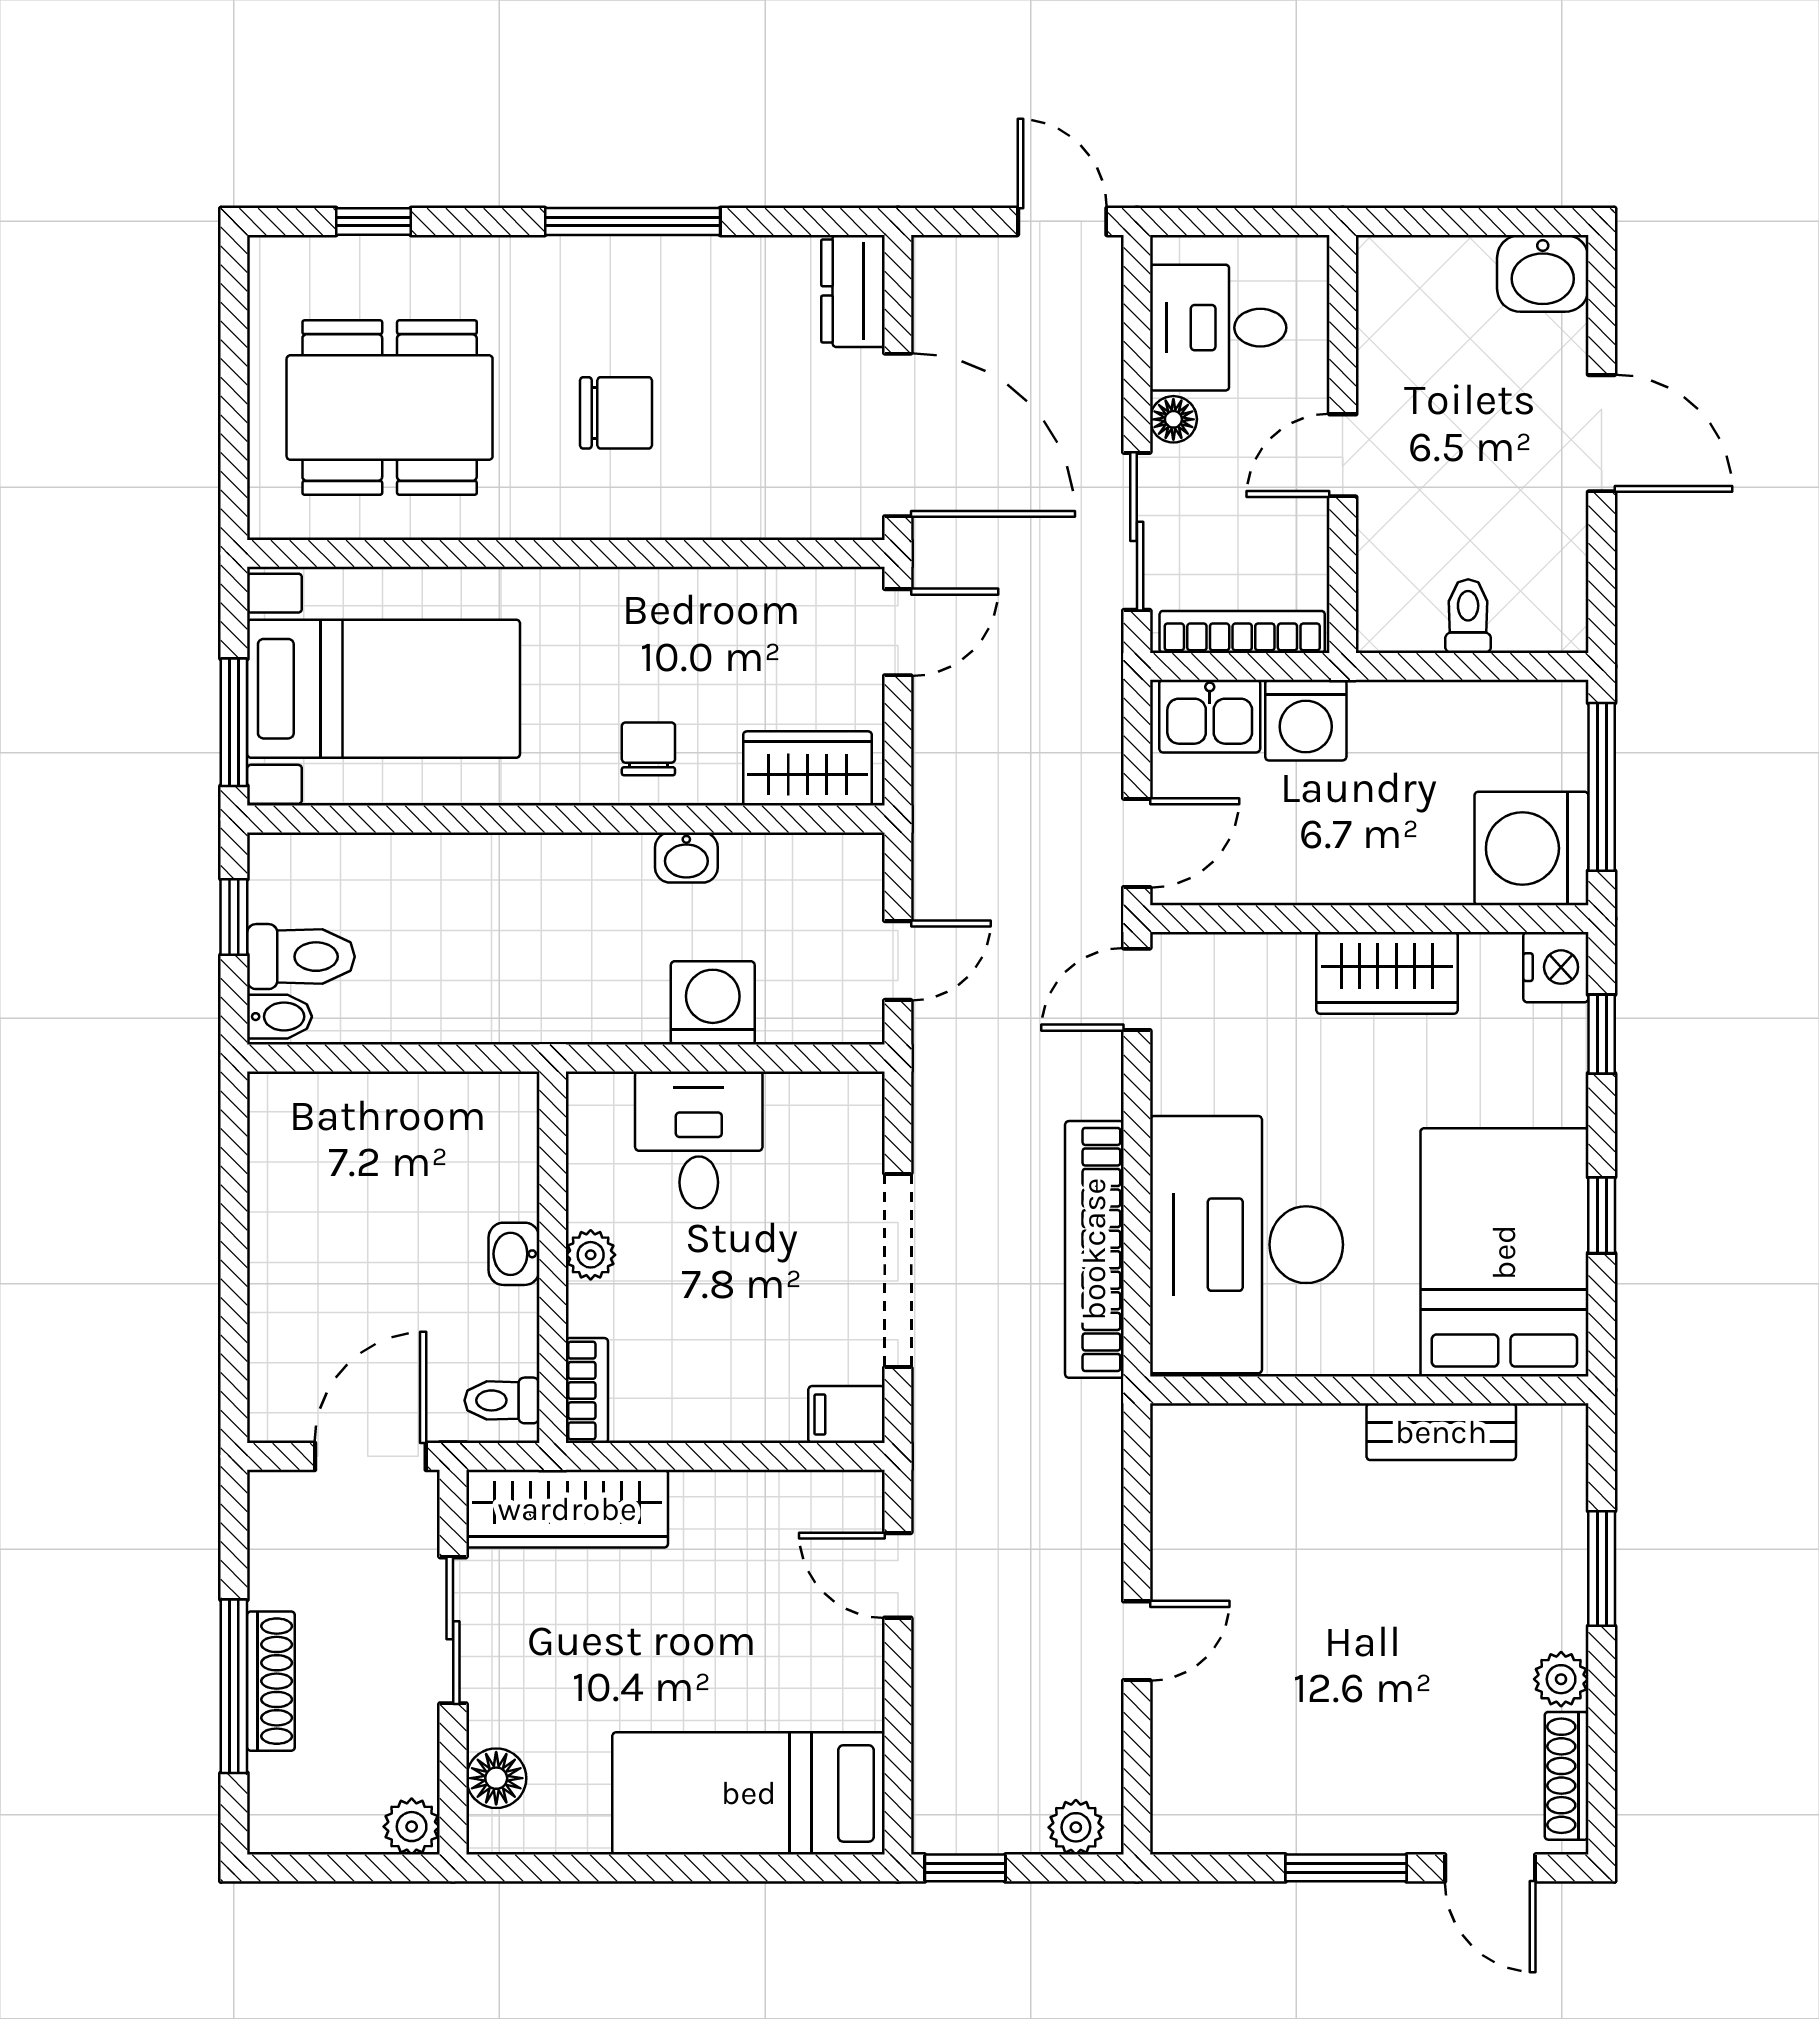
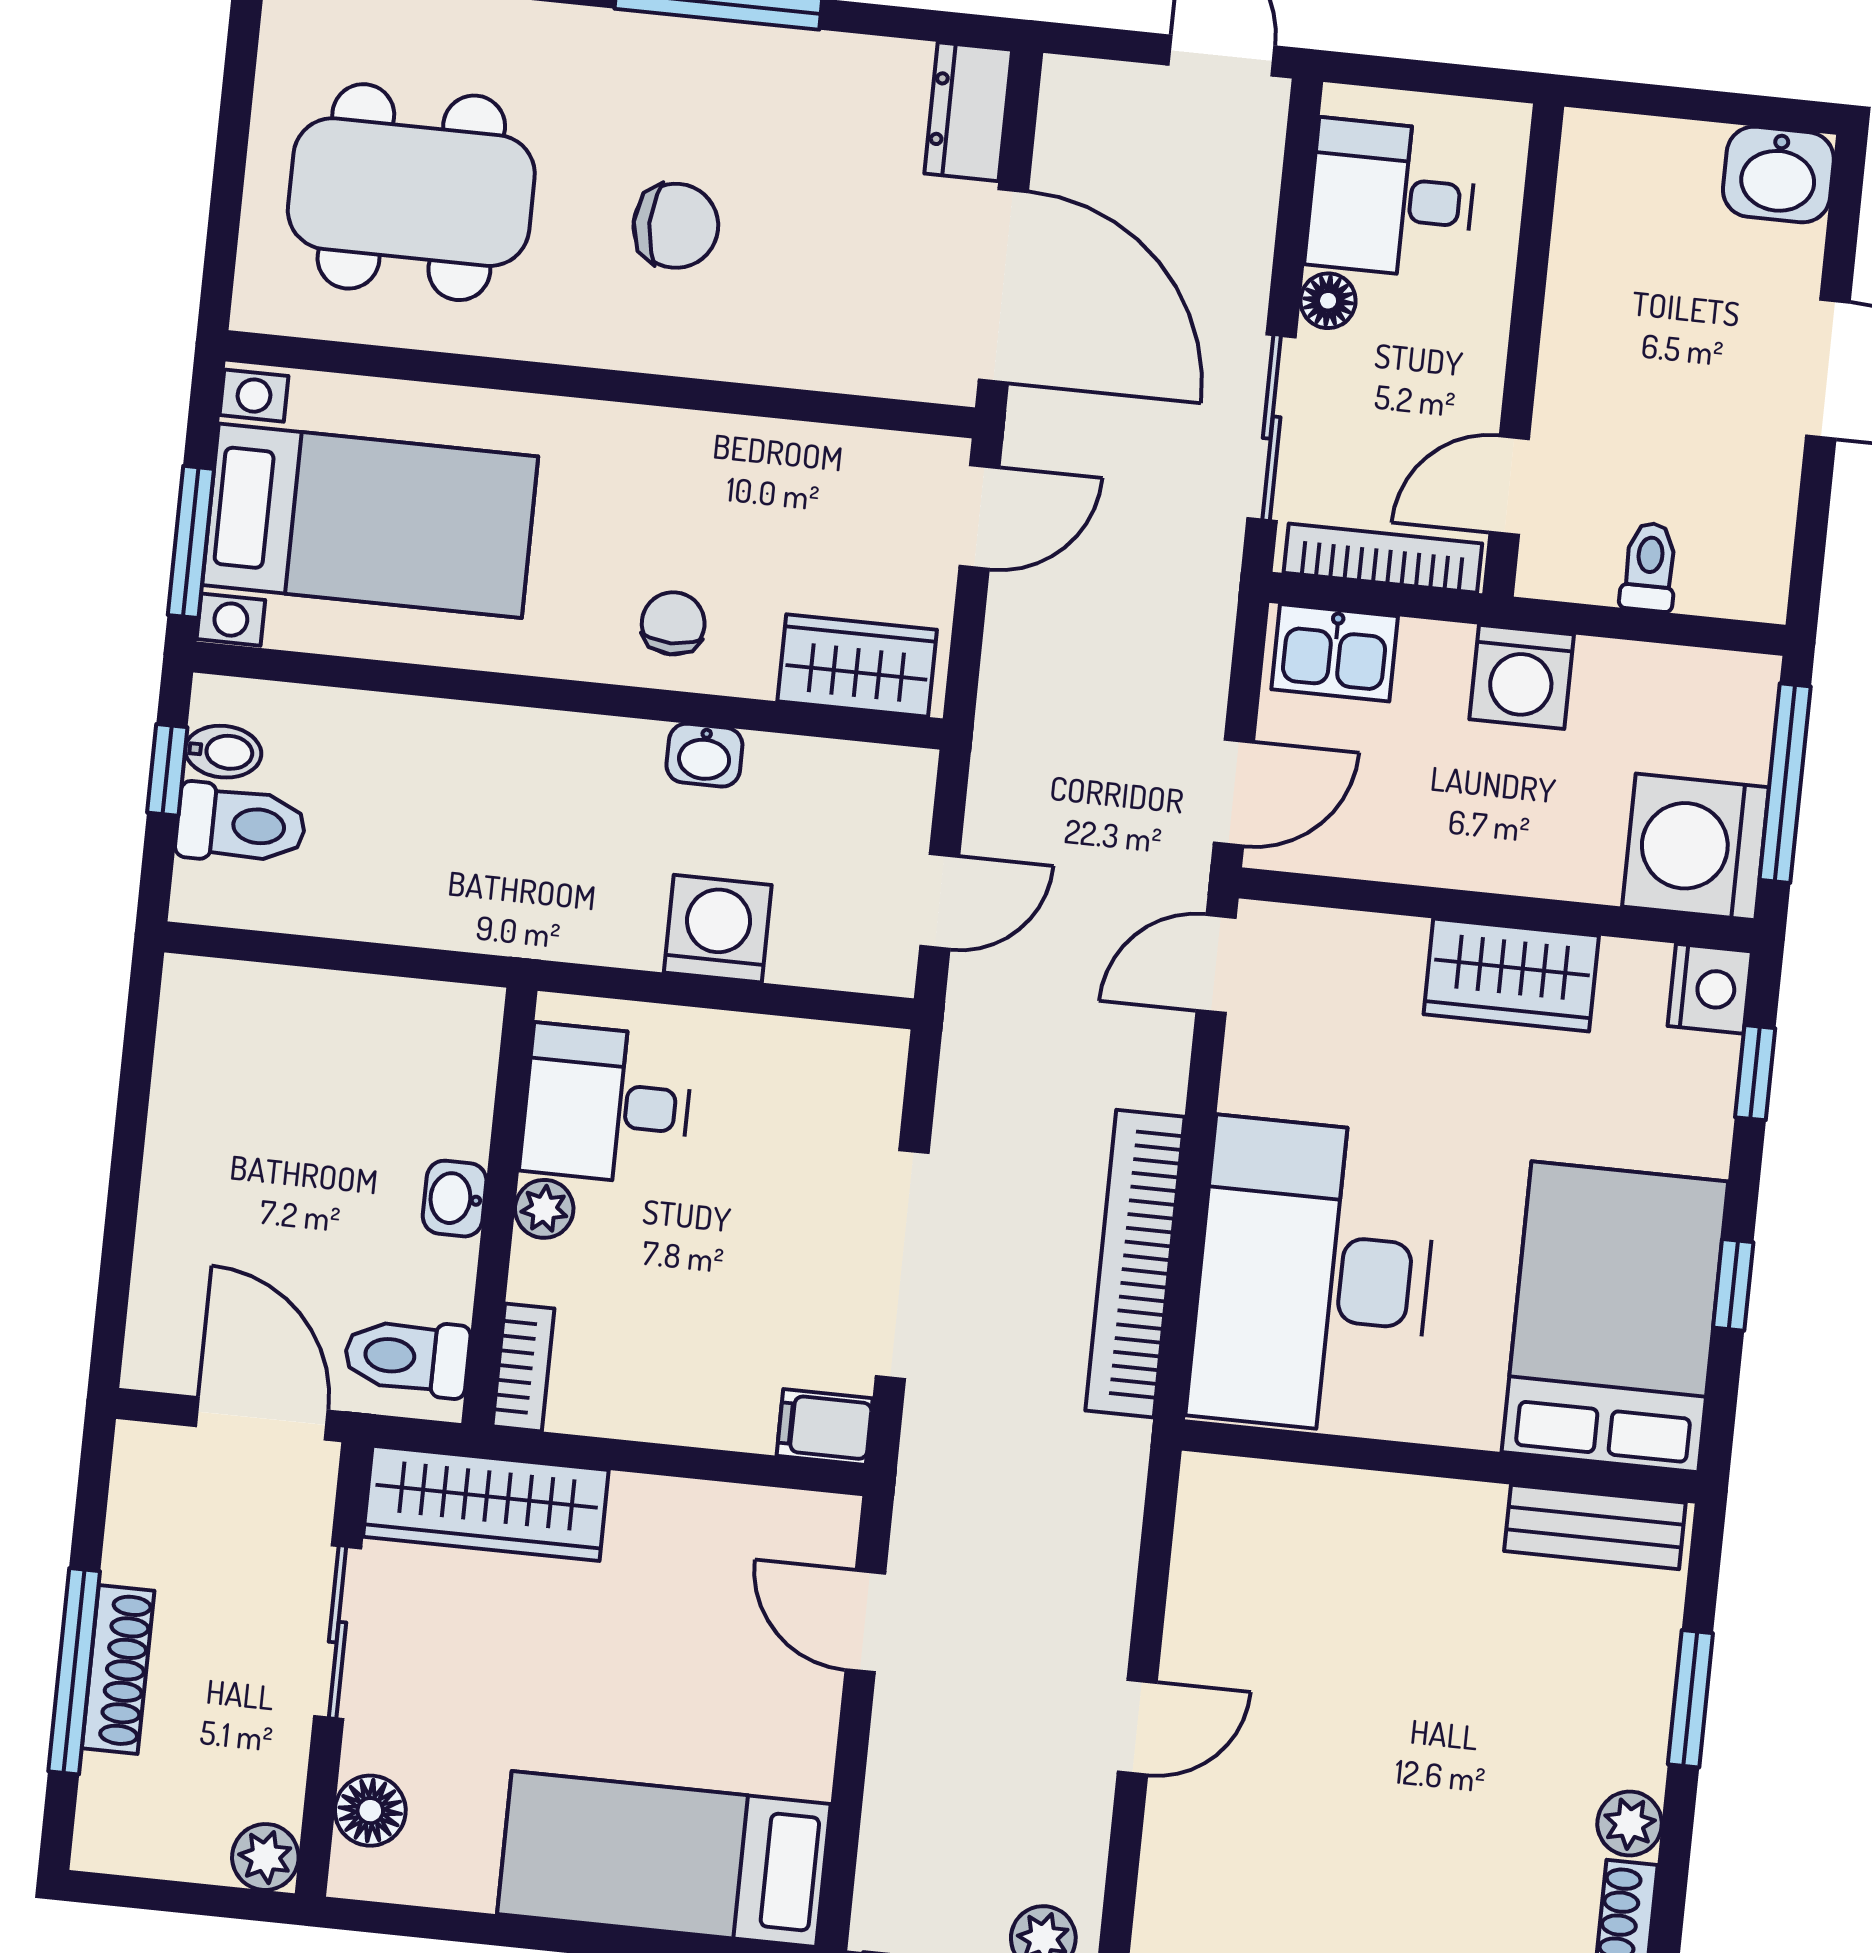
door: (1343, 455) -> (1509, 486), moved
washing machine: (1306, 720) -> (1522, 677), moved
bidet: (280, 1017) -> (223, 752), moved
desk: (699, 1140) -> (607, 1105), moved, turned -90
toilet: (502, 1400) -> (407, 1357), width x1.37, depth x1.39
bench: (1441, 1432) -> (1595, 1527), moved
door: (370, 1456) -> (262, 1418), hinge flipped

